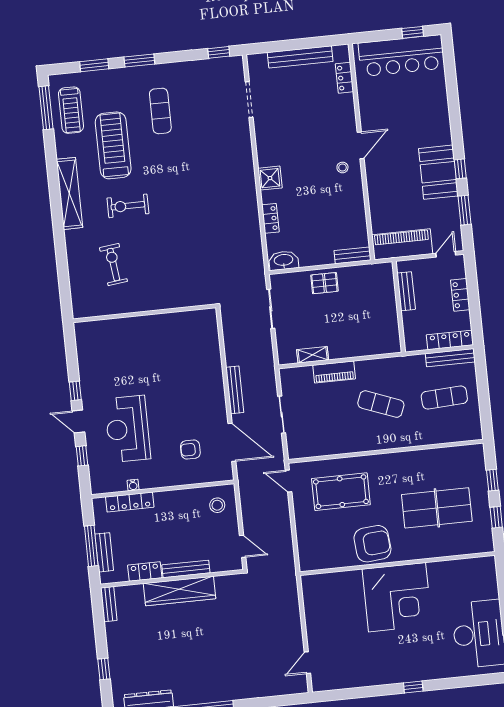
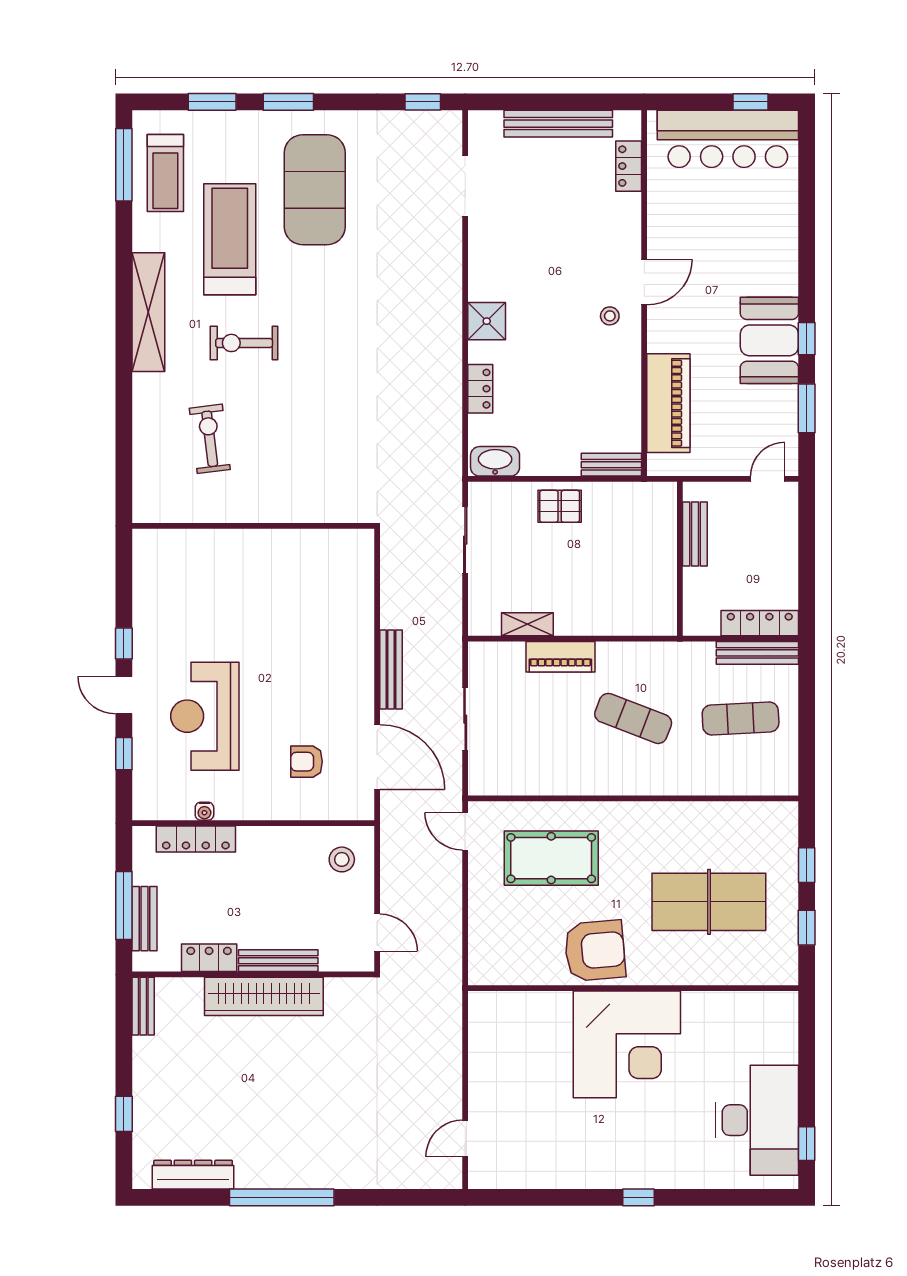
exercise mat: (160, 111) -> (315, 190), width x2.00, depth x1.45
piano: (402, 244) -> (668, 403), moved, turned 90
locker: (460, 295) -> (785, 549), removed

